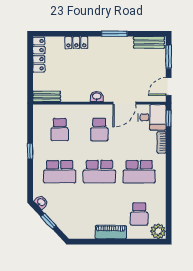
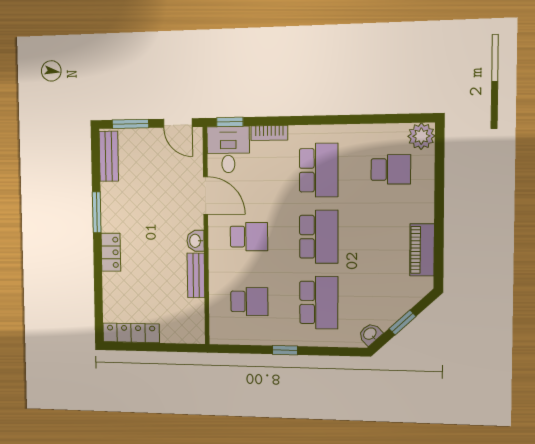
locker: (76, 43) -> (111, 252), moved
bench: (47, 96) -> (196, 275), moved
piano: (111, 232) -> (422, 250), moved

